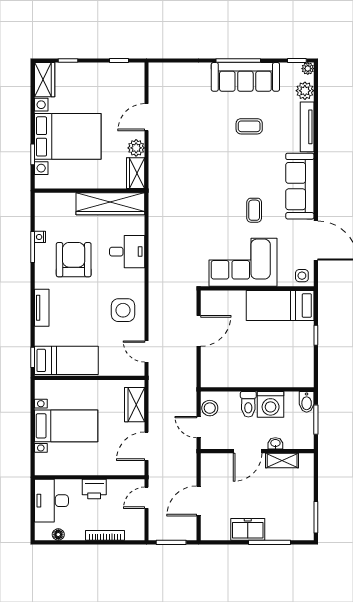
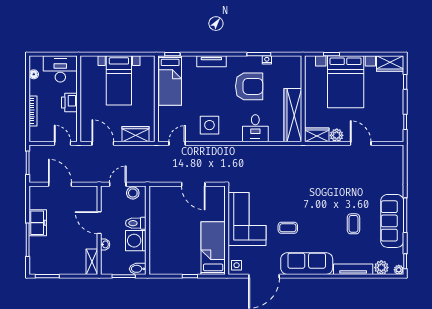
shelving: (282, 460) -> (92, 262), moved

